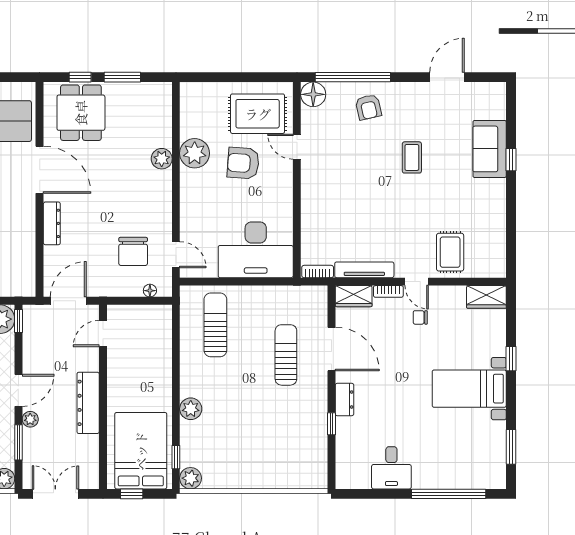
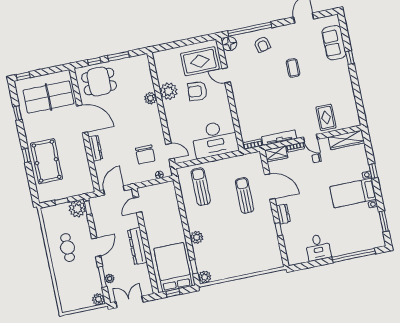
dining table: (81, 113) -> (99, 82), turned 90
sofa: (490, 149) -> (334, 43), moved
wardrobe: (486, 297) -> (346, 140), width x1.50
plant: (30, 419) -> (110, 279), moved

